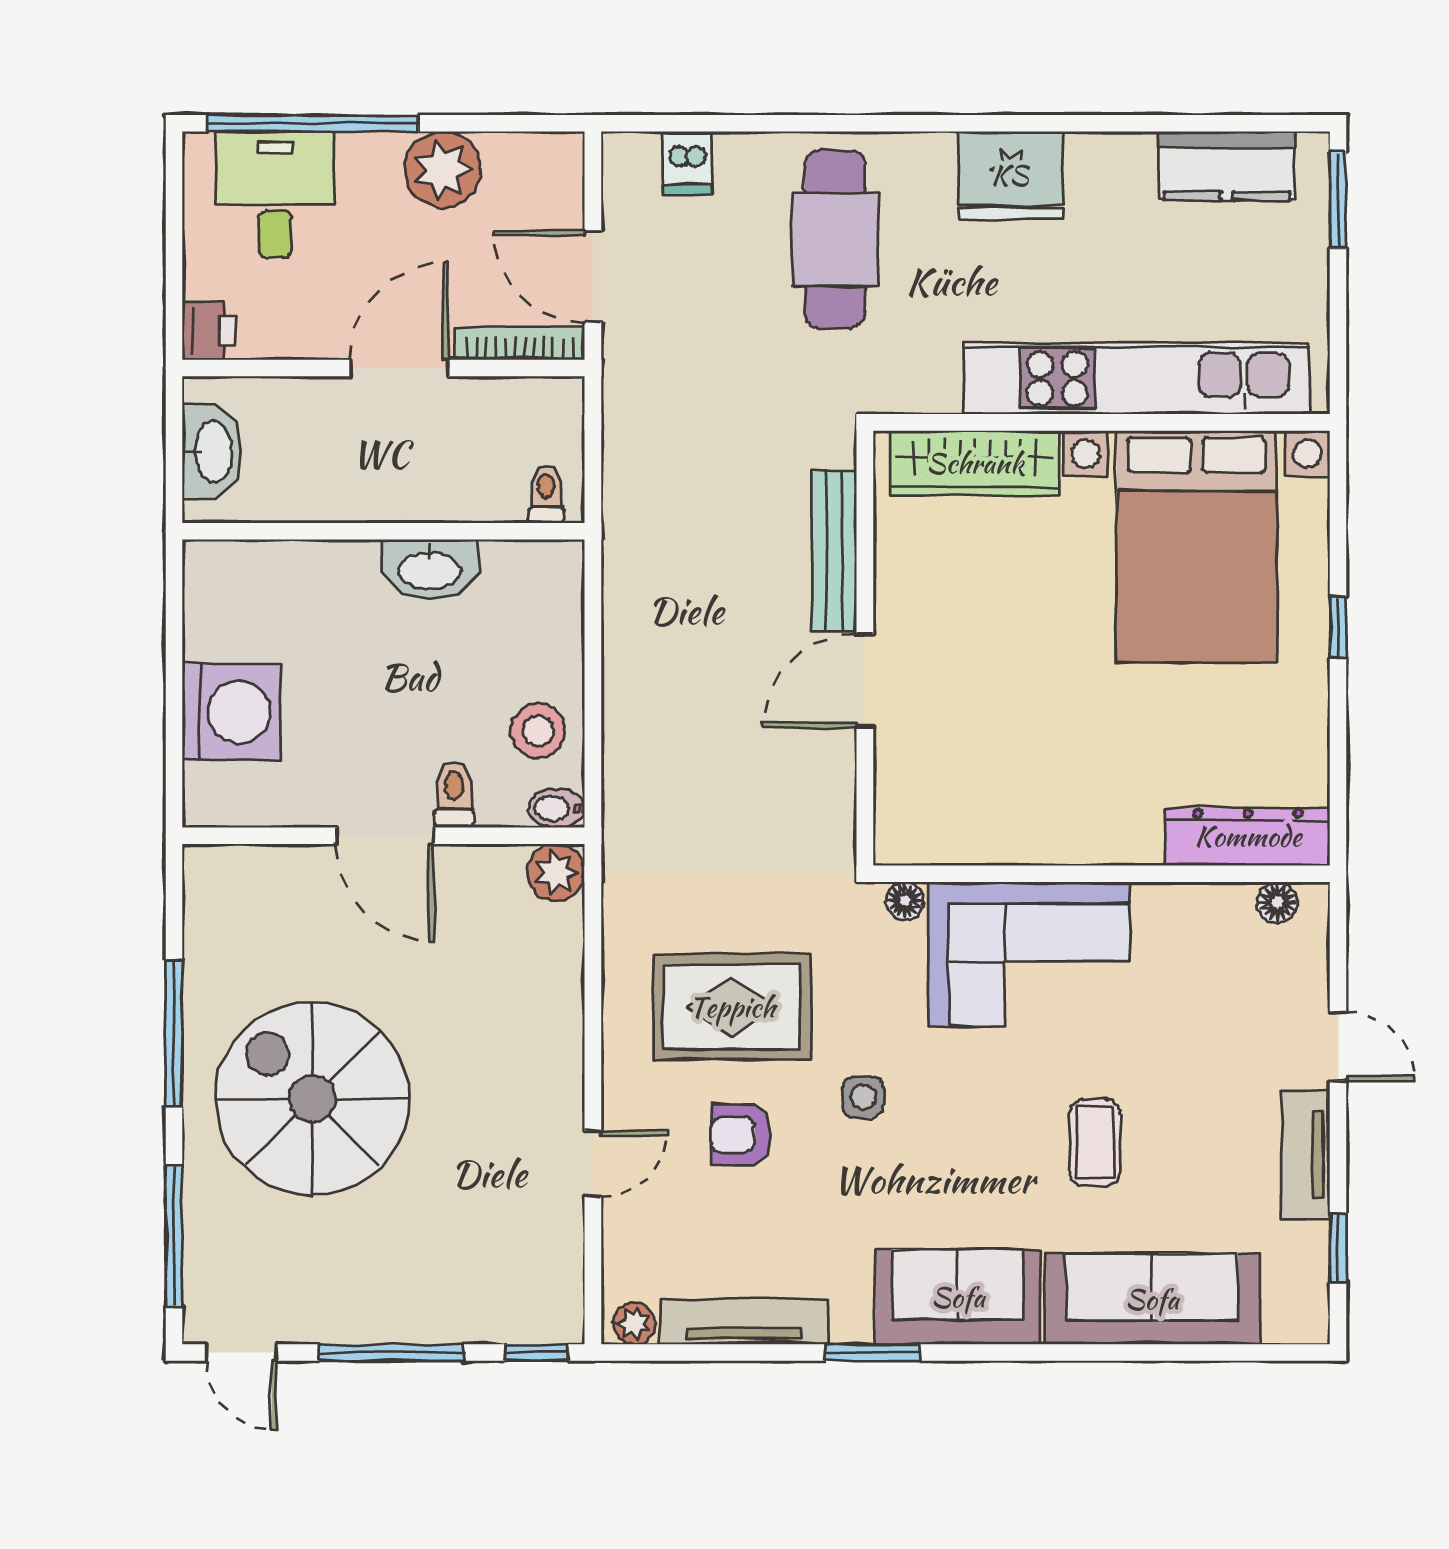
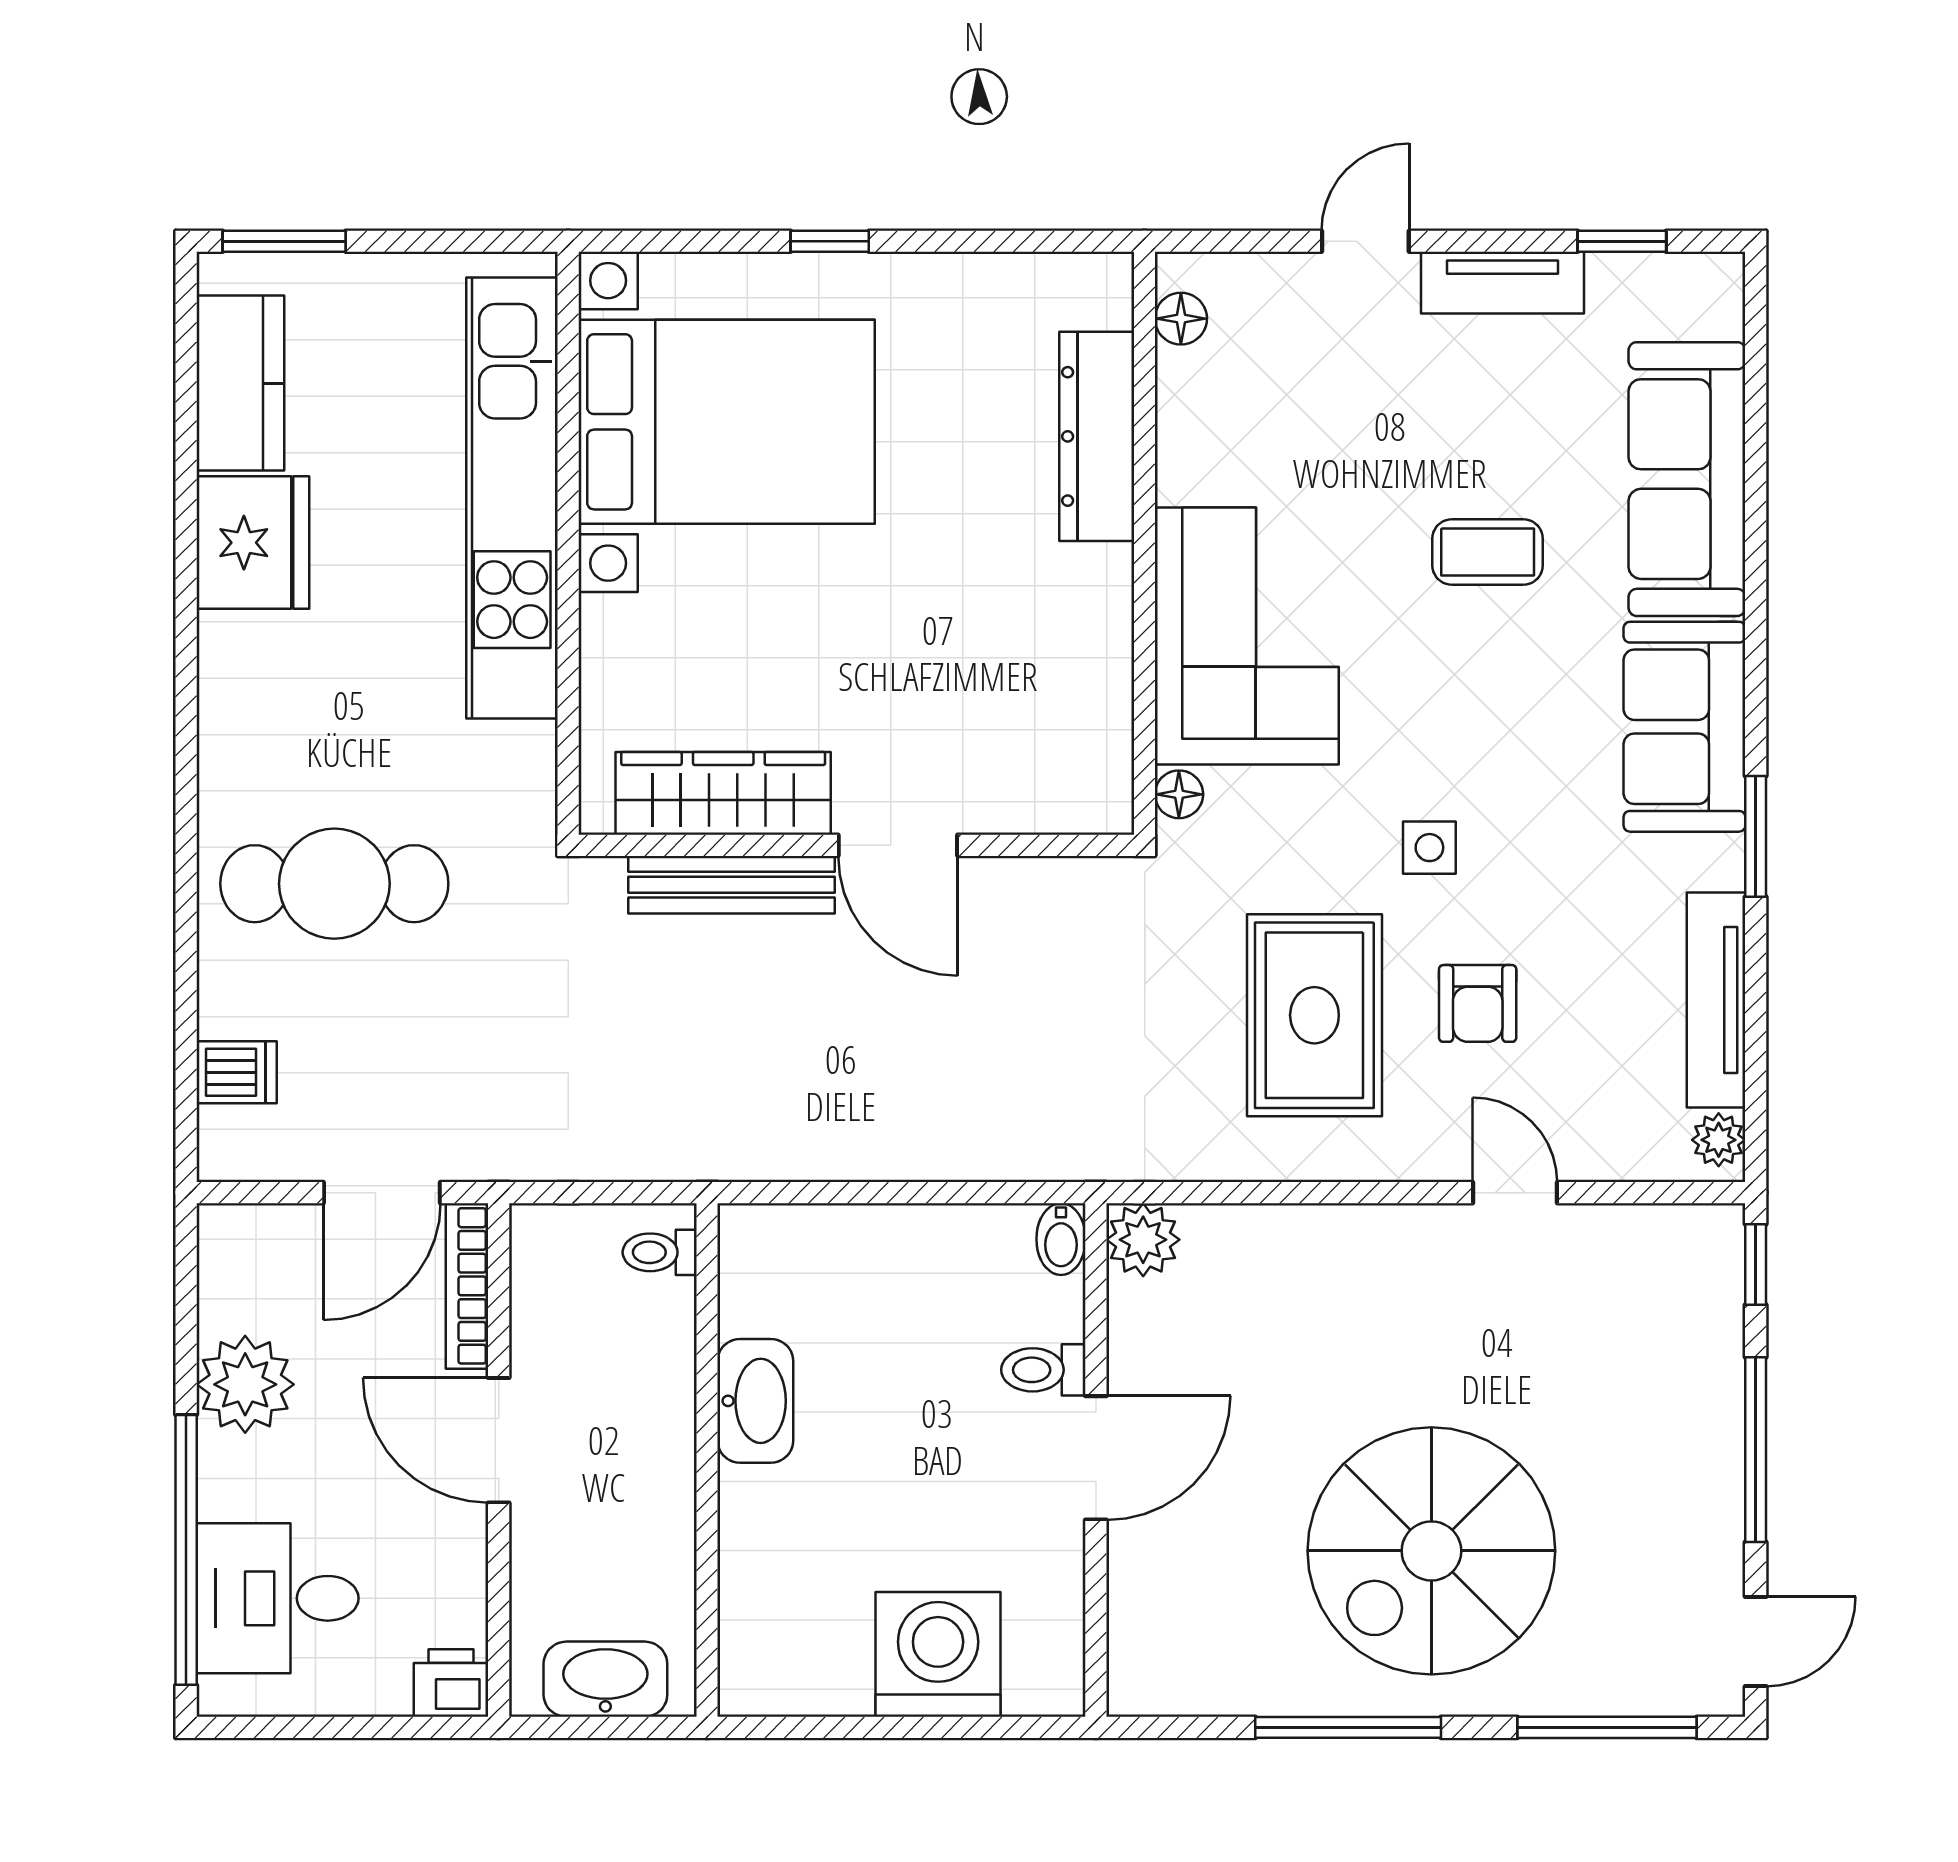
fridge: (1010, 175) -> (253, 543), moved
wardrobe: (975, 463) -> (723, 793), moved, turned -90
stool: (538, 731) -> (962, 1263), removed
dresser: (1248, 836) -> (1097, 436), moved

